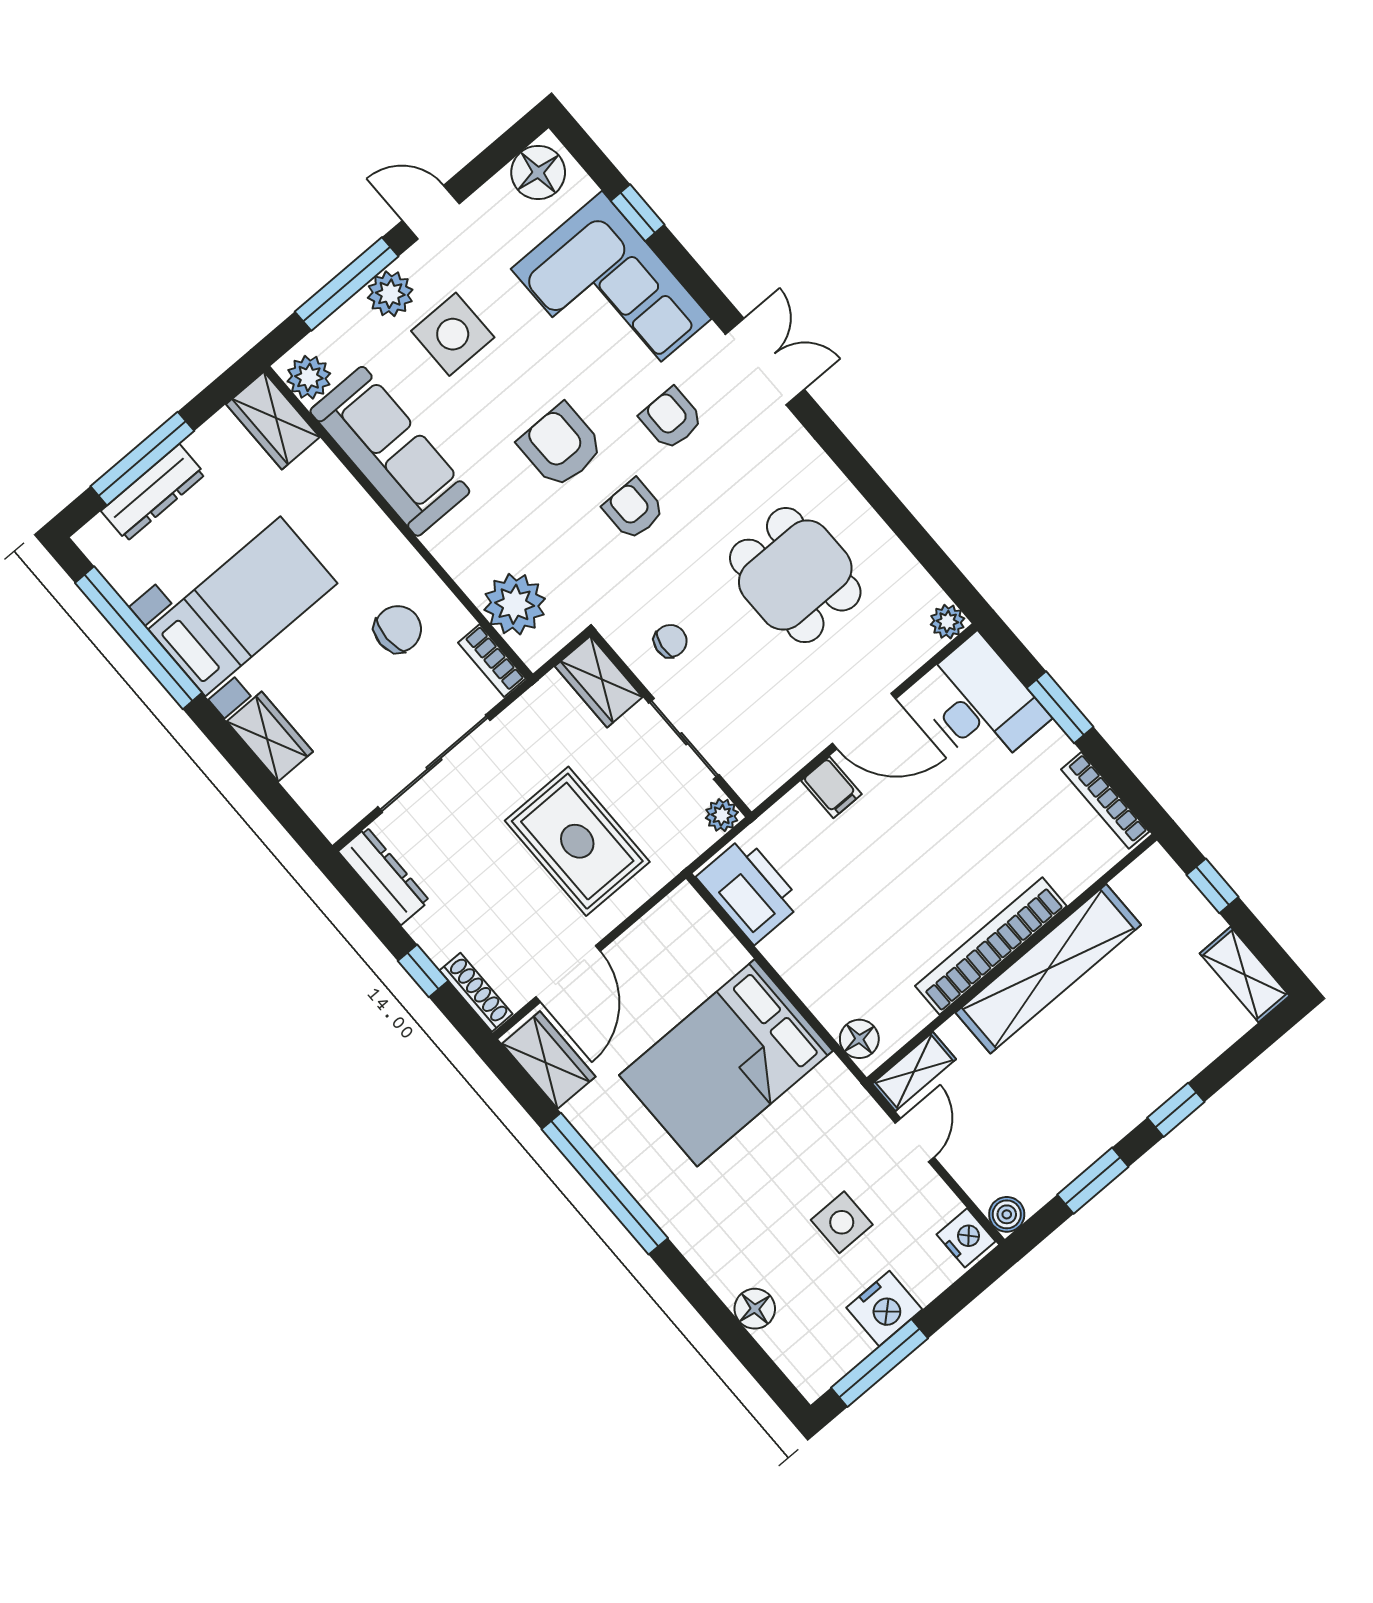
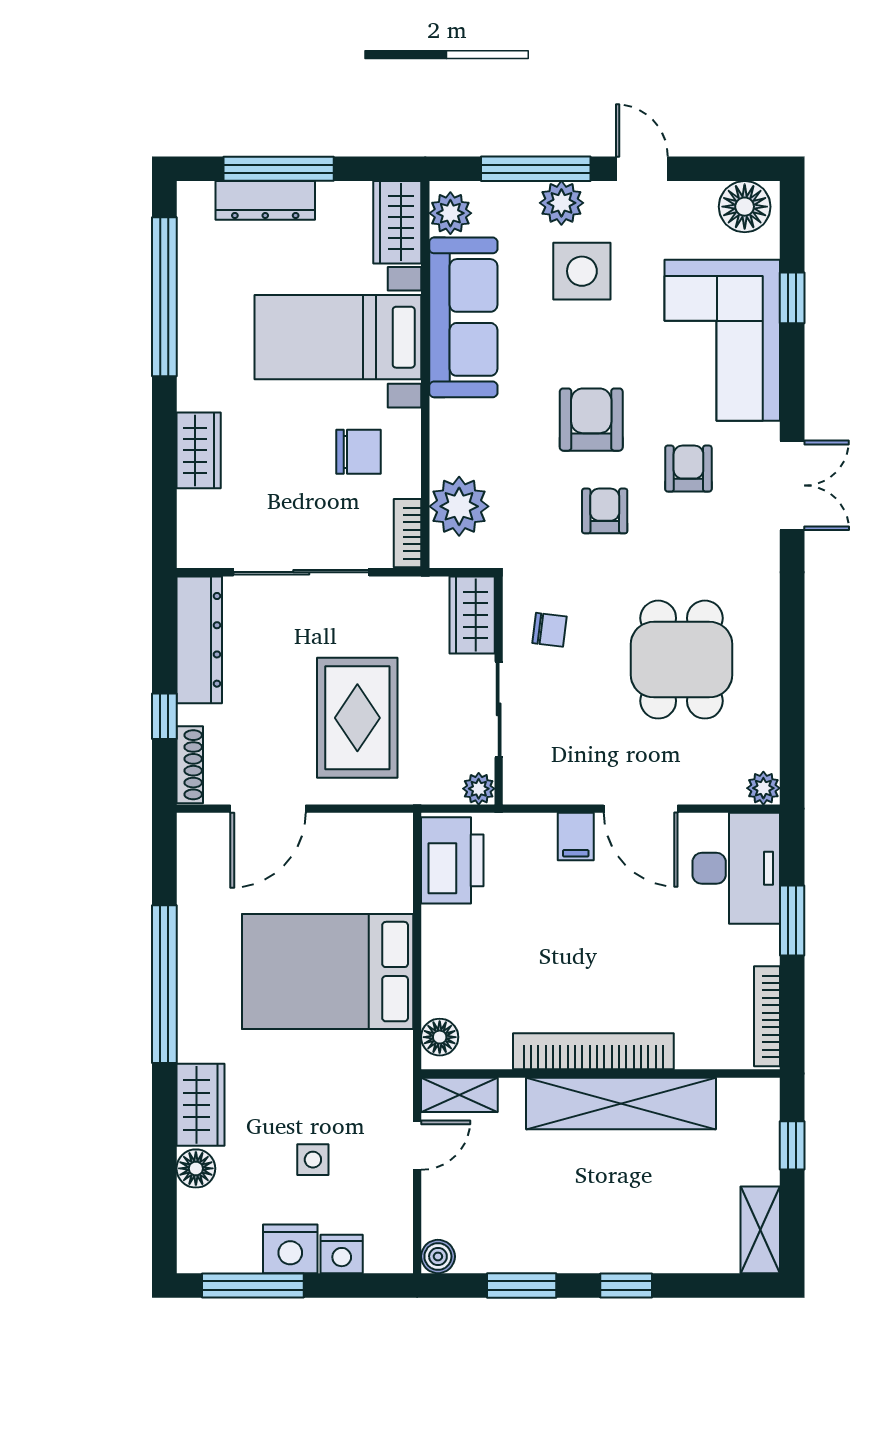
bed with nightstands: (243, 606) -> (338, 337), moved, turned 180
dresser: (384, 876) -> (199, 640), width x1.37, depth x1.24
wardrobe: (549, 1060) -> (200, 1105), moved
side table: (842, 1222) -> (313, 1160), width x0.73, depth x0.73
nightstand: (966, 1238) -> (342, 1254), moved, turned 90

